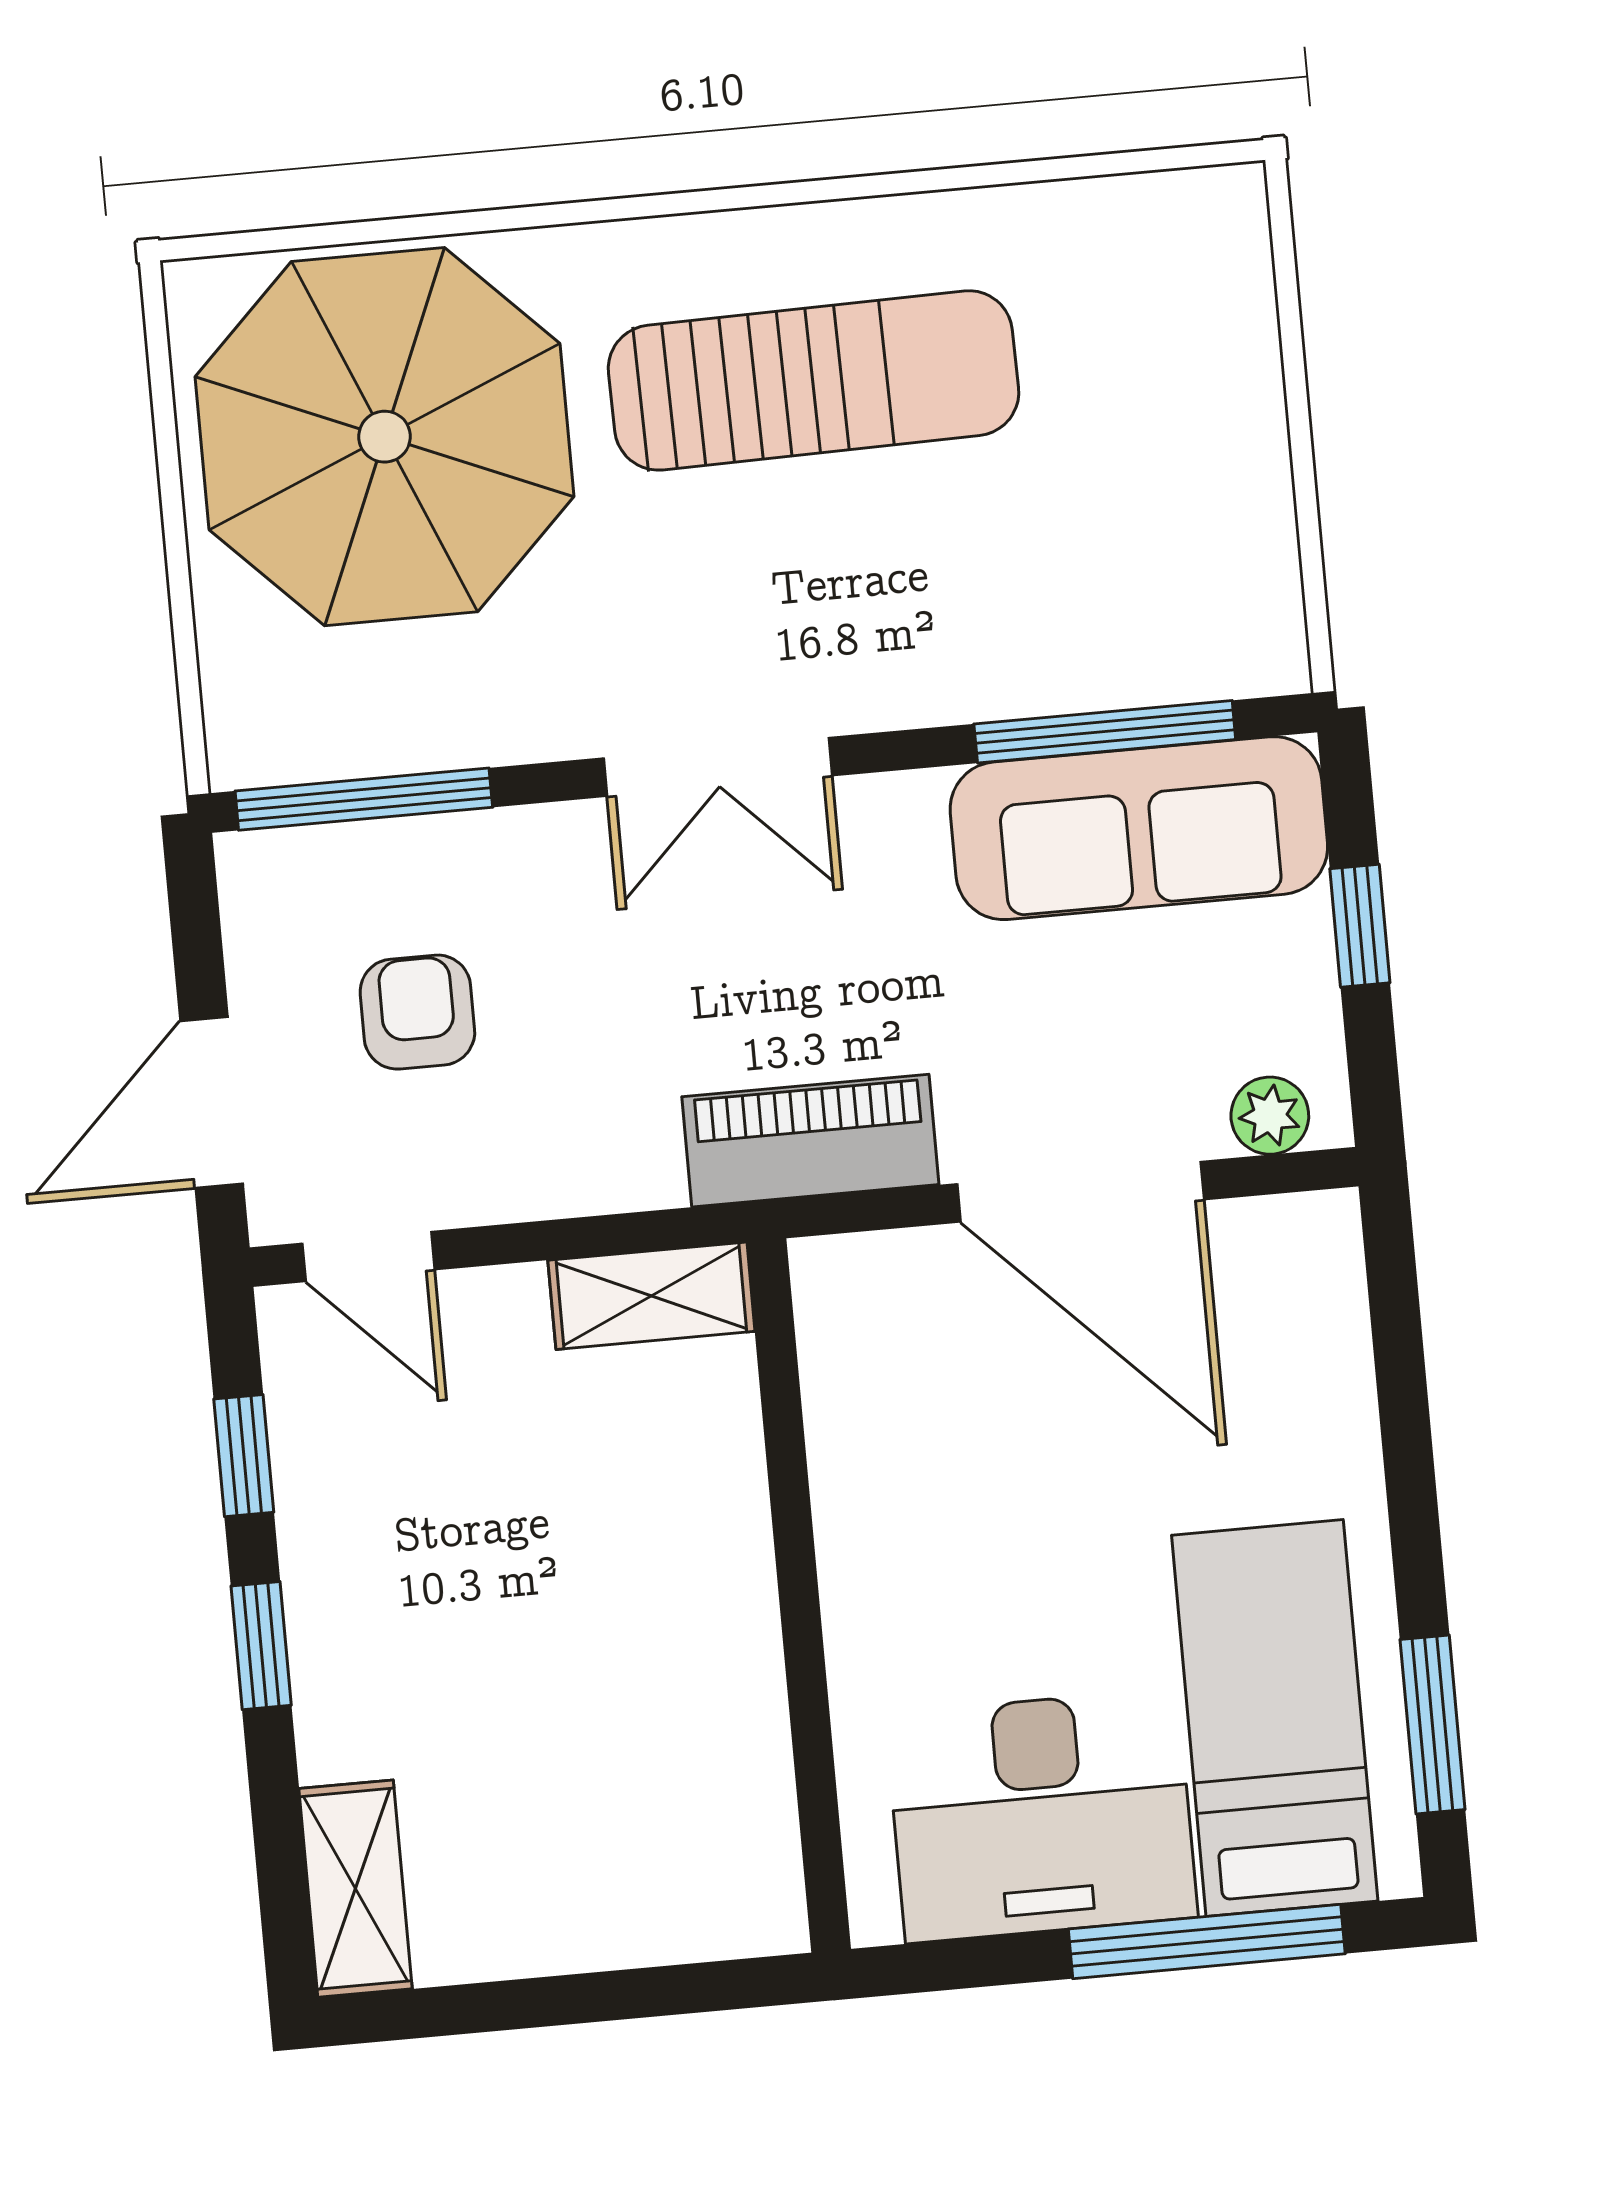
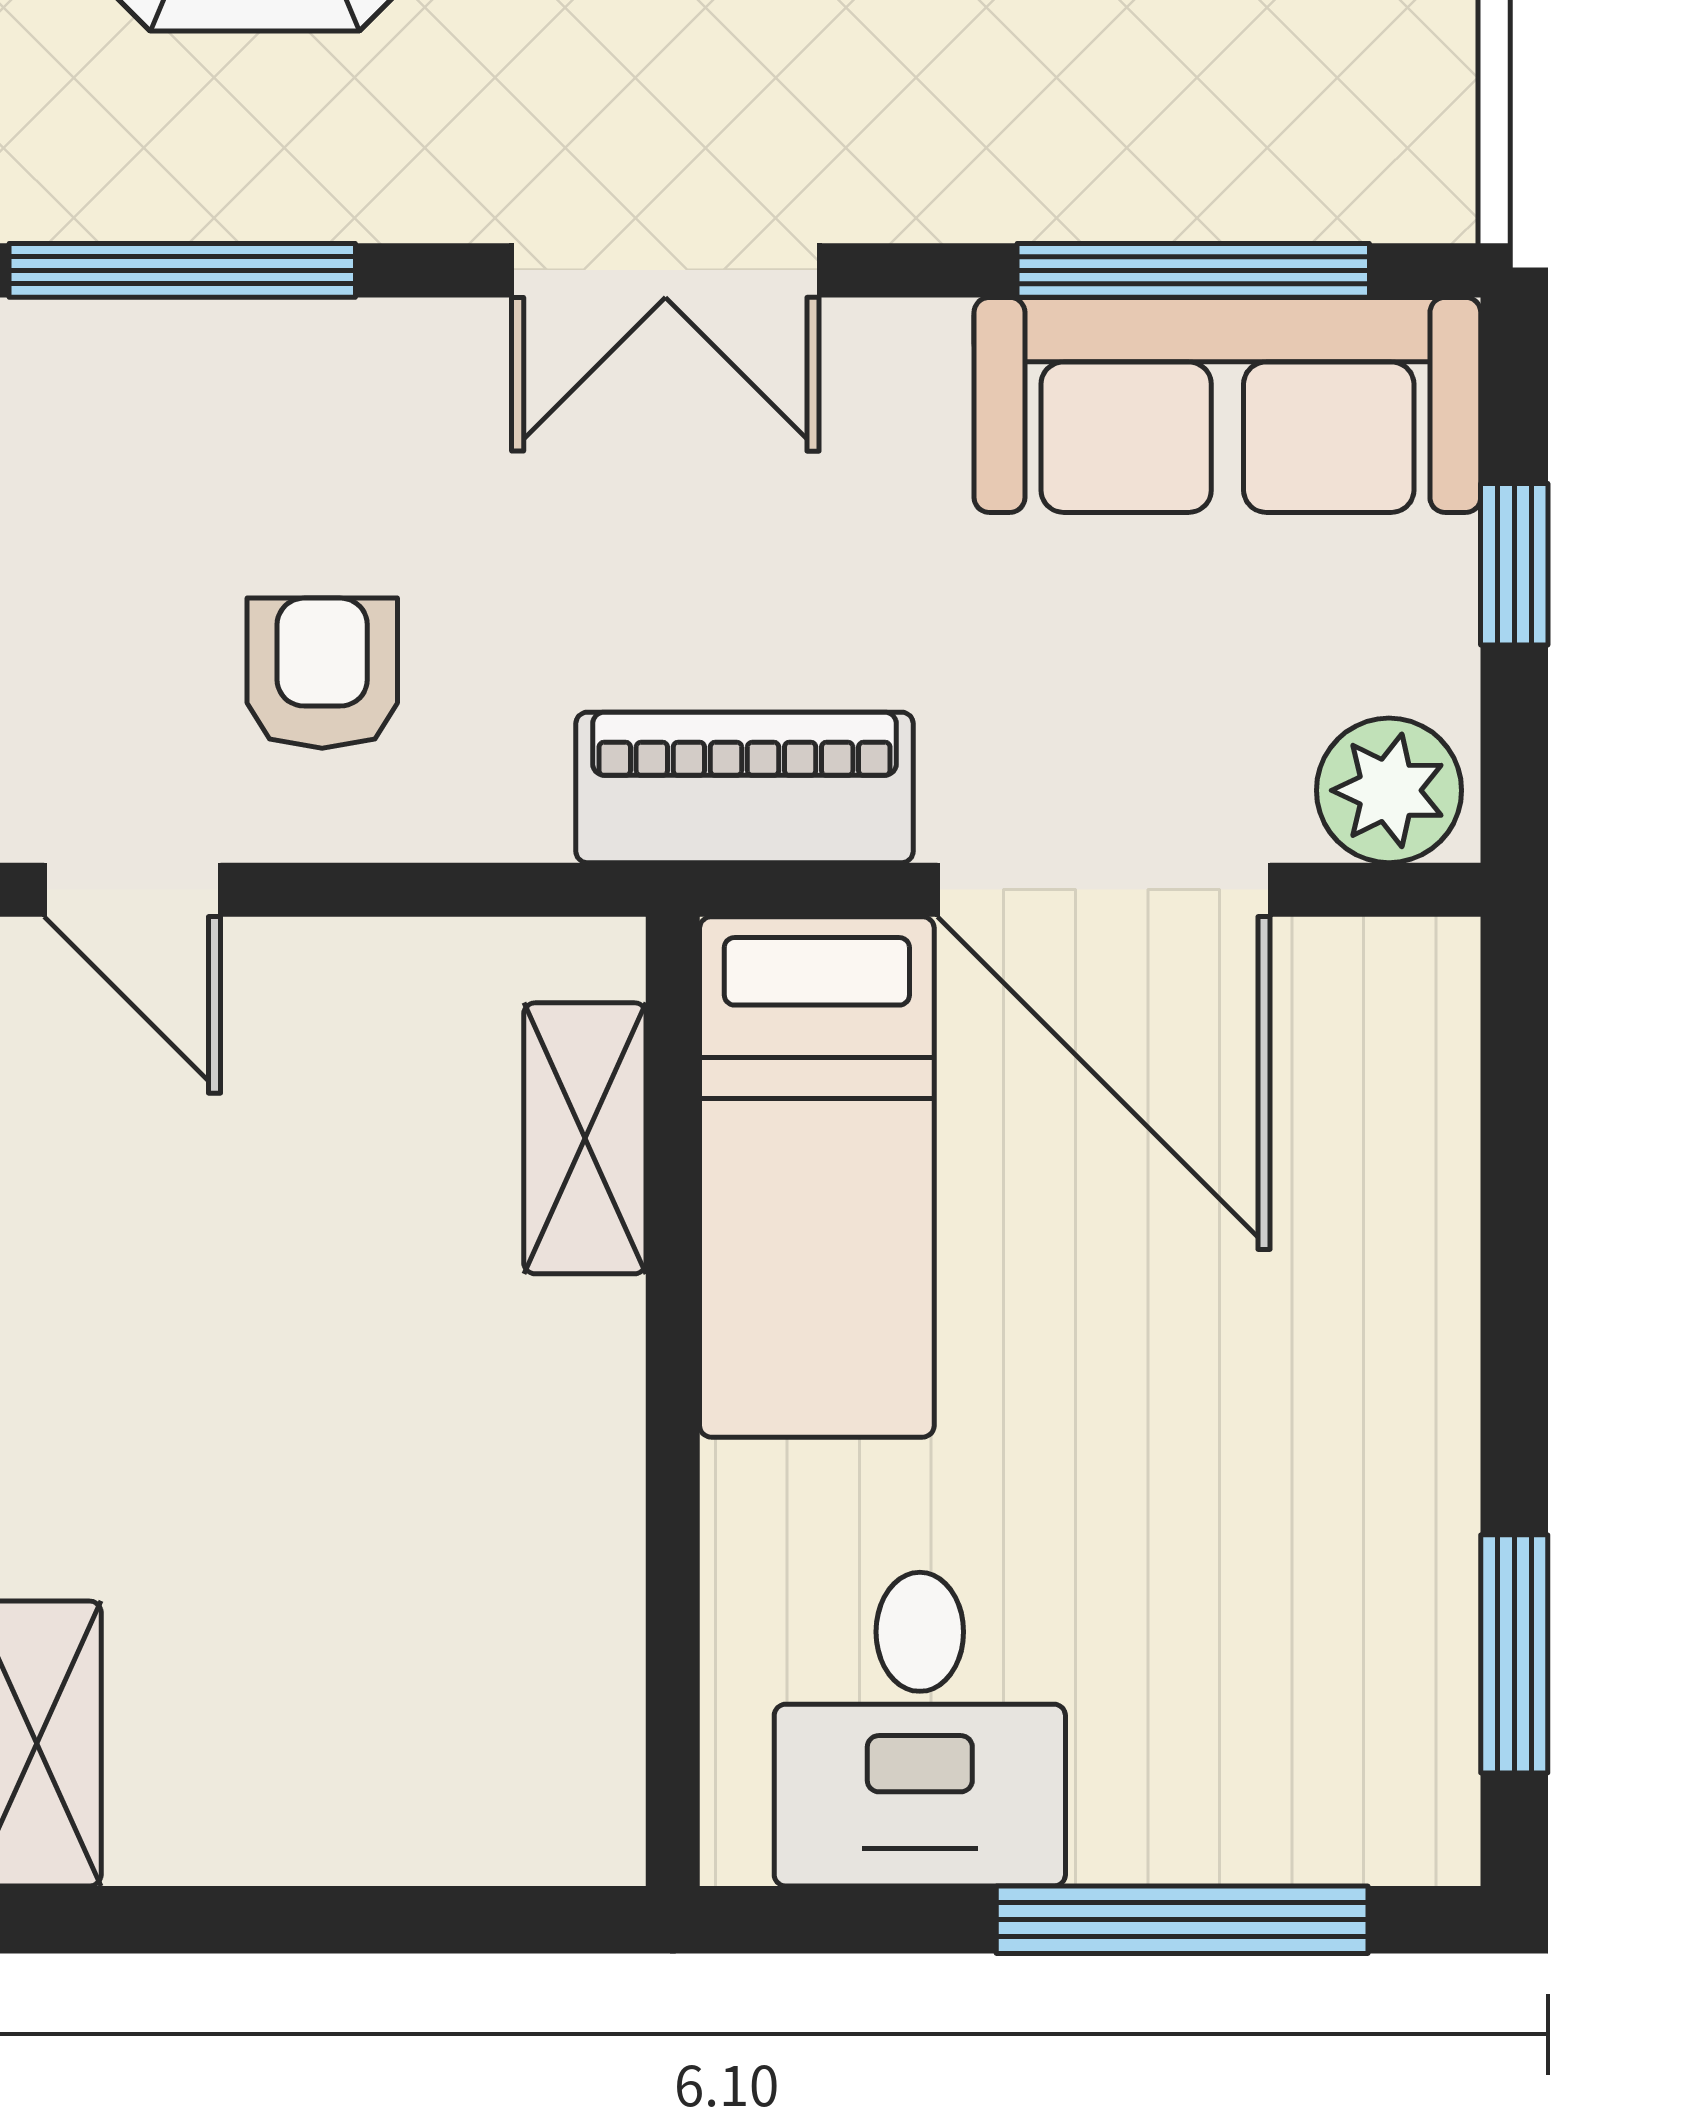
armchair: (417, 1012) -> (322, 673), moved
plant: (1270, 1116) -> (1389, 790), width x1.38, depth x1.38
shelving: (651, 1296) -> (585, 1138), moved, turned 90
bed: (1275, 1718) -> (817, 1177), moved, turned 180
desk: (1041, 1816) -> (920, 1729), width x0.73

